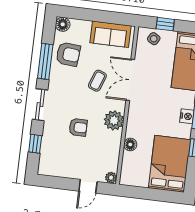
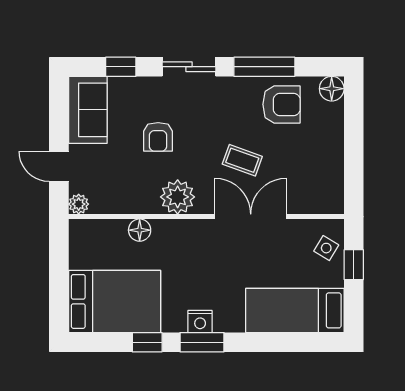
sofa: (110, 34) -> (88, 110), moved, turned 180
armchair: (68, 54) -> (281, 104), turned -95

